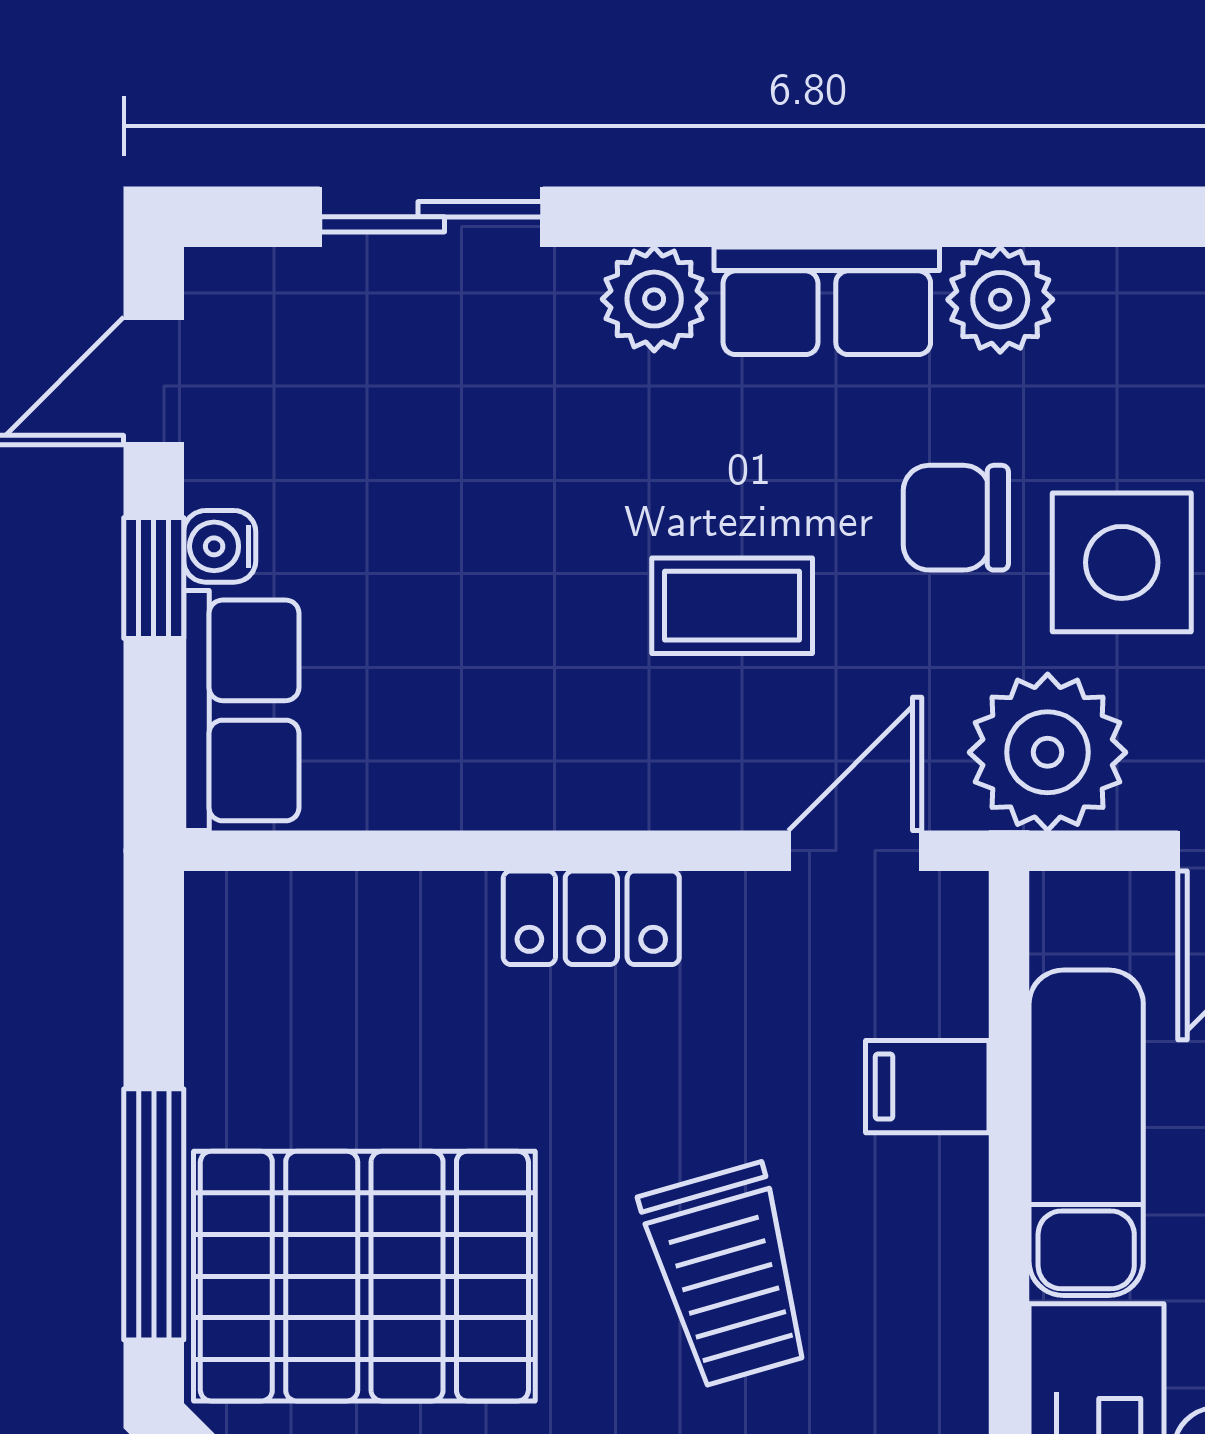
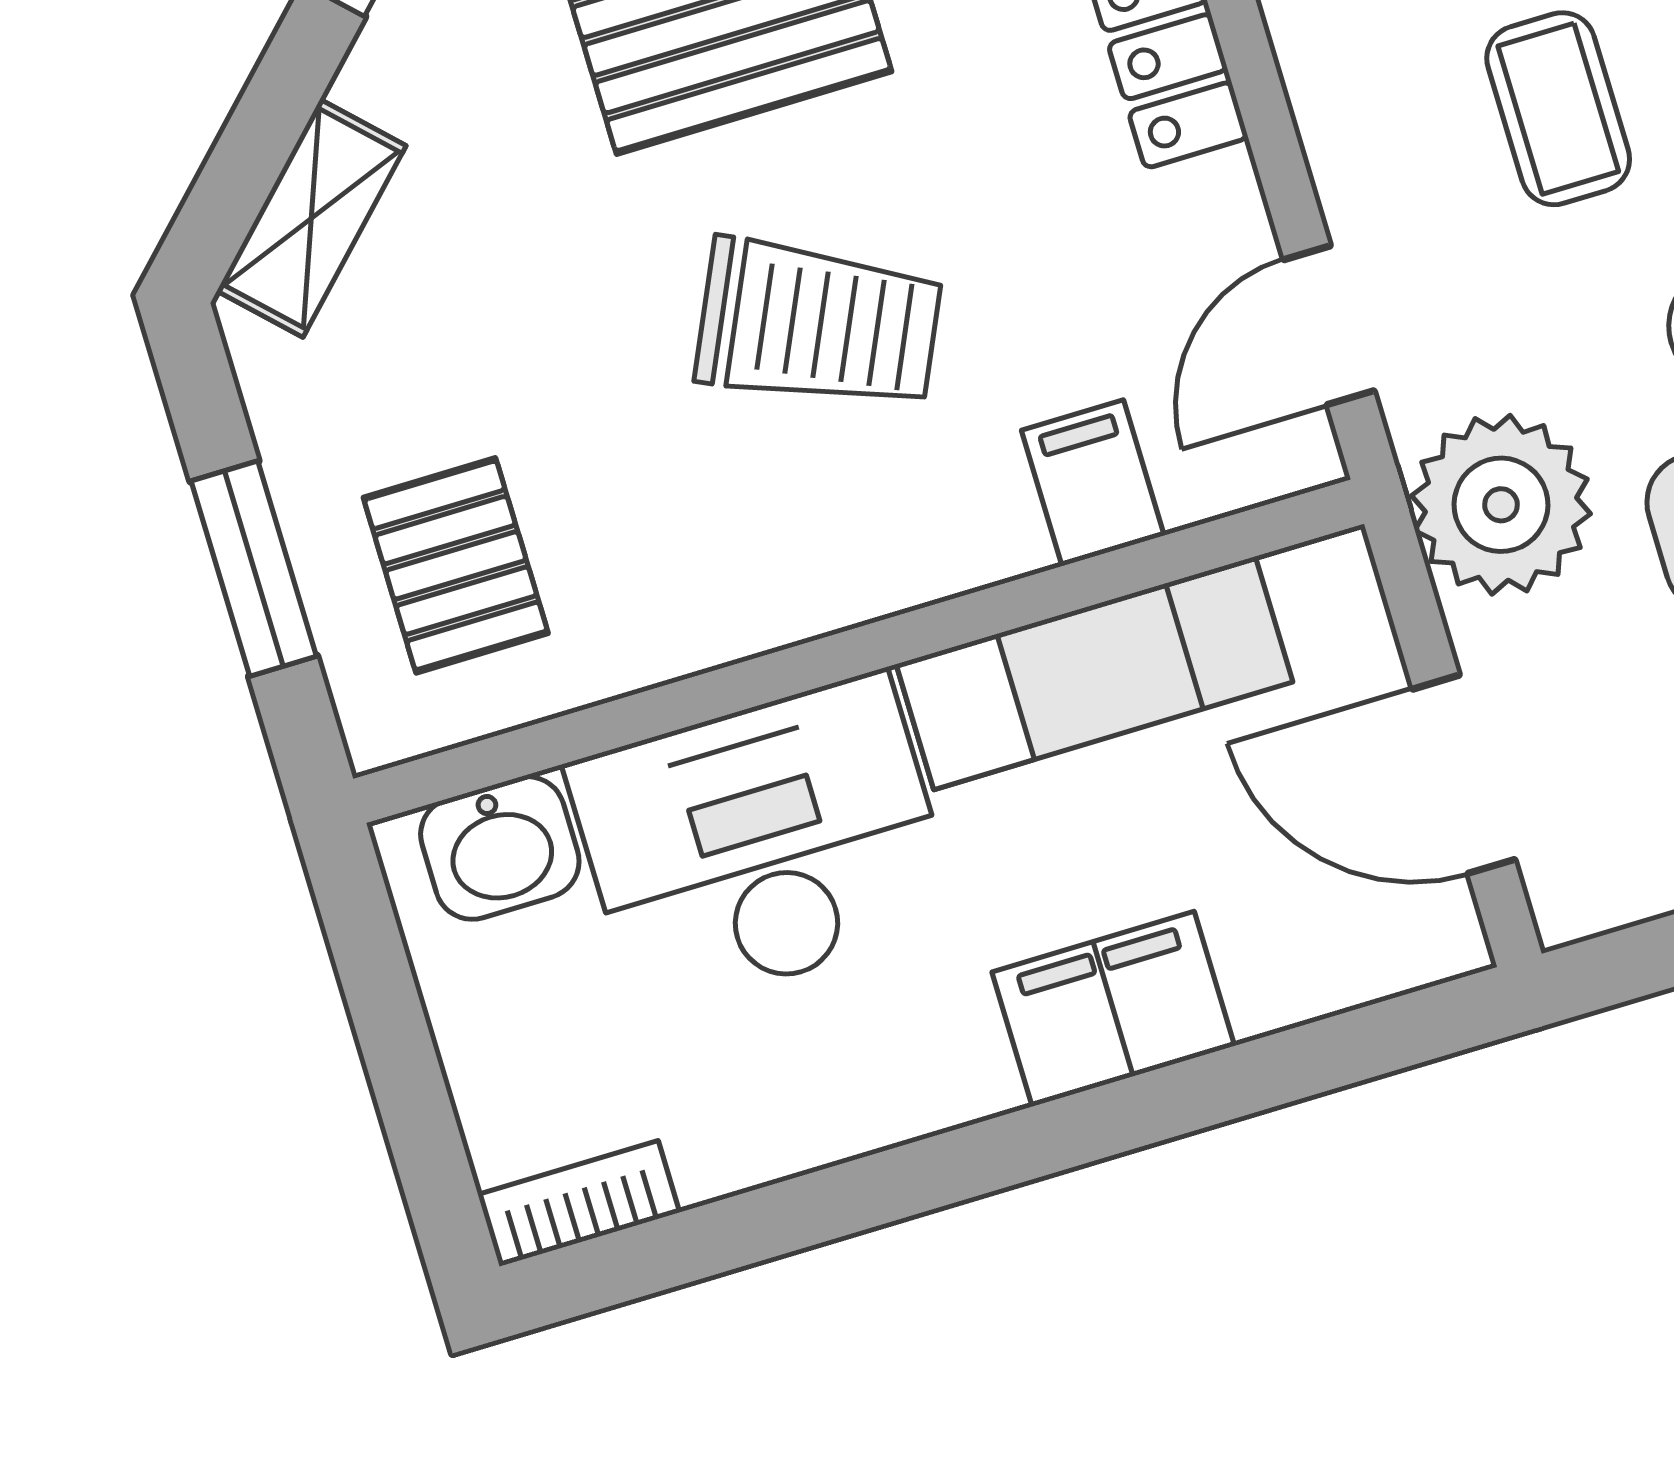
door: (855, 851) -> (1329, 325), swing flipped
trolley: (727, 1275) -> (819, 324), turned -139

